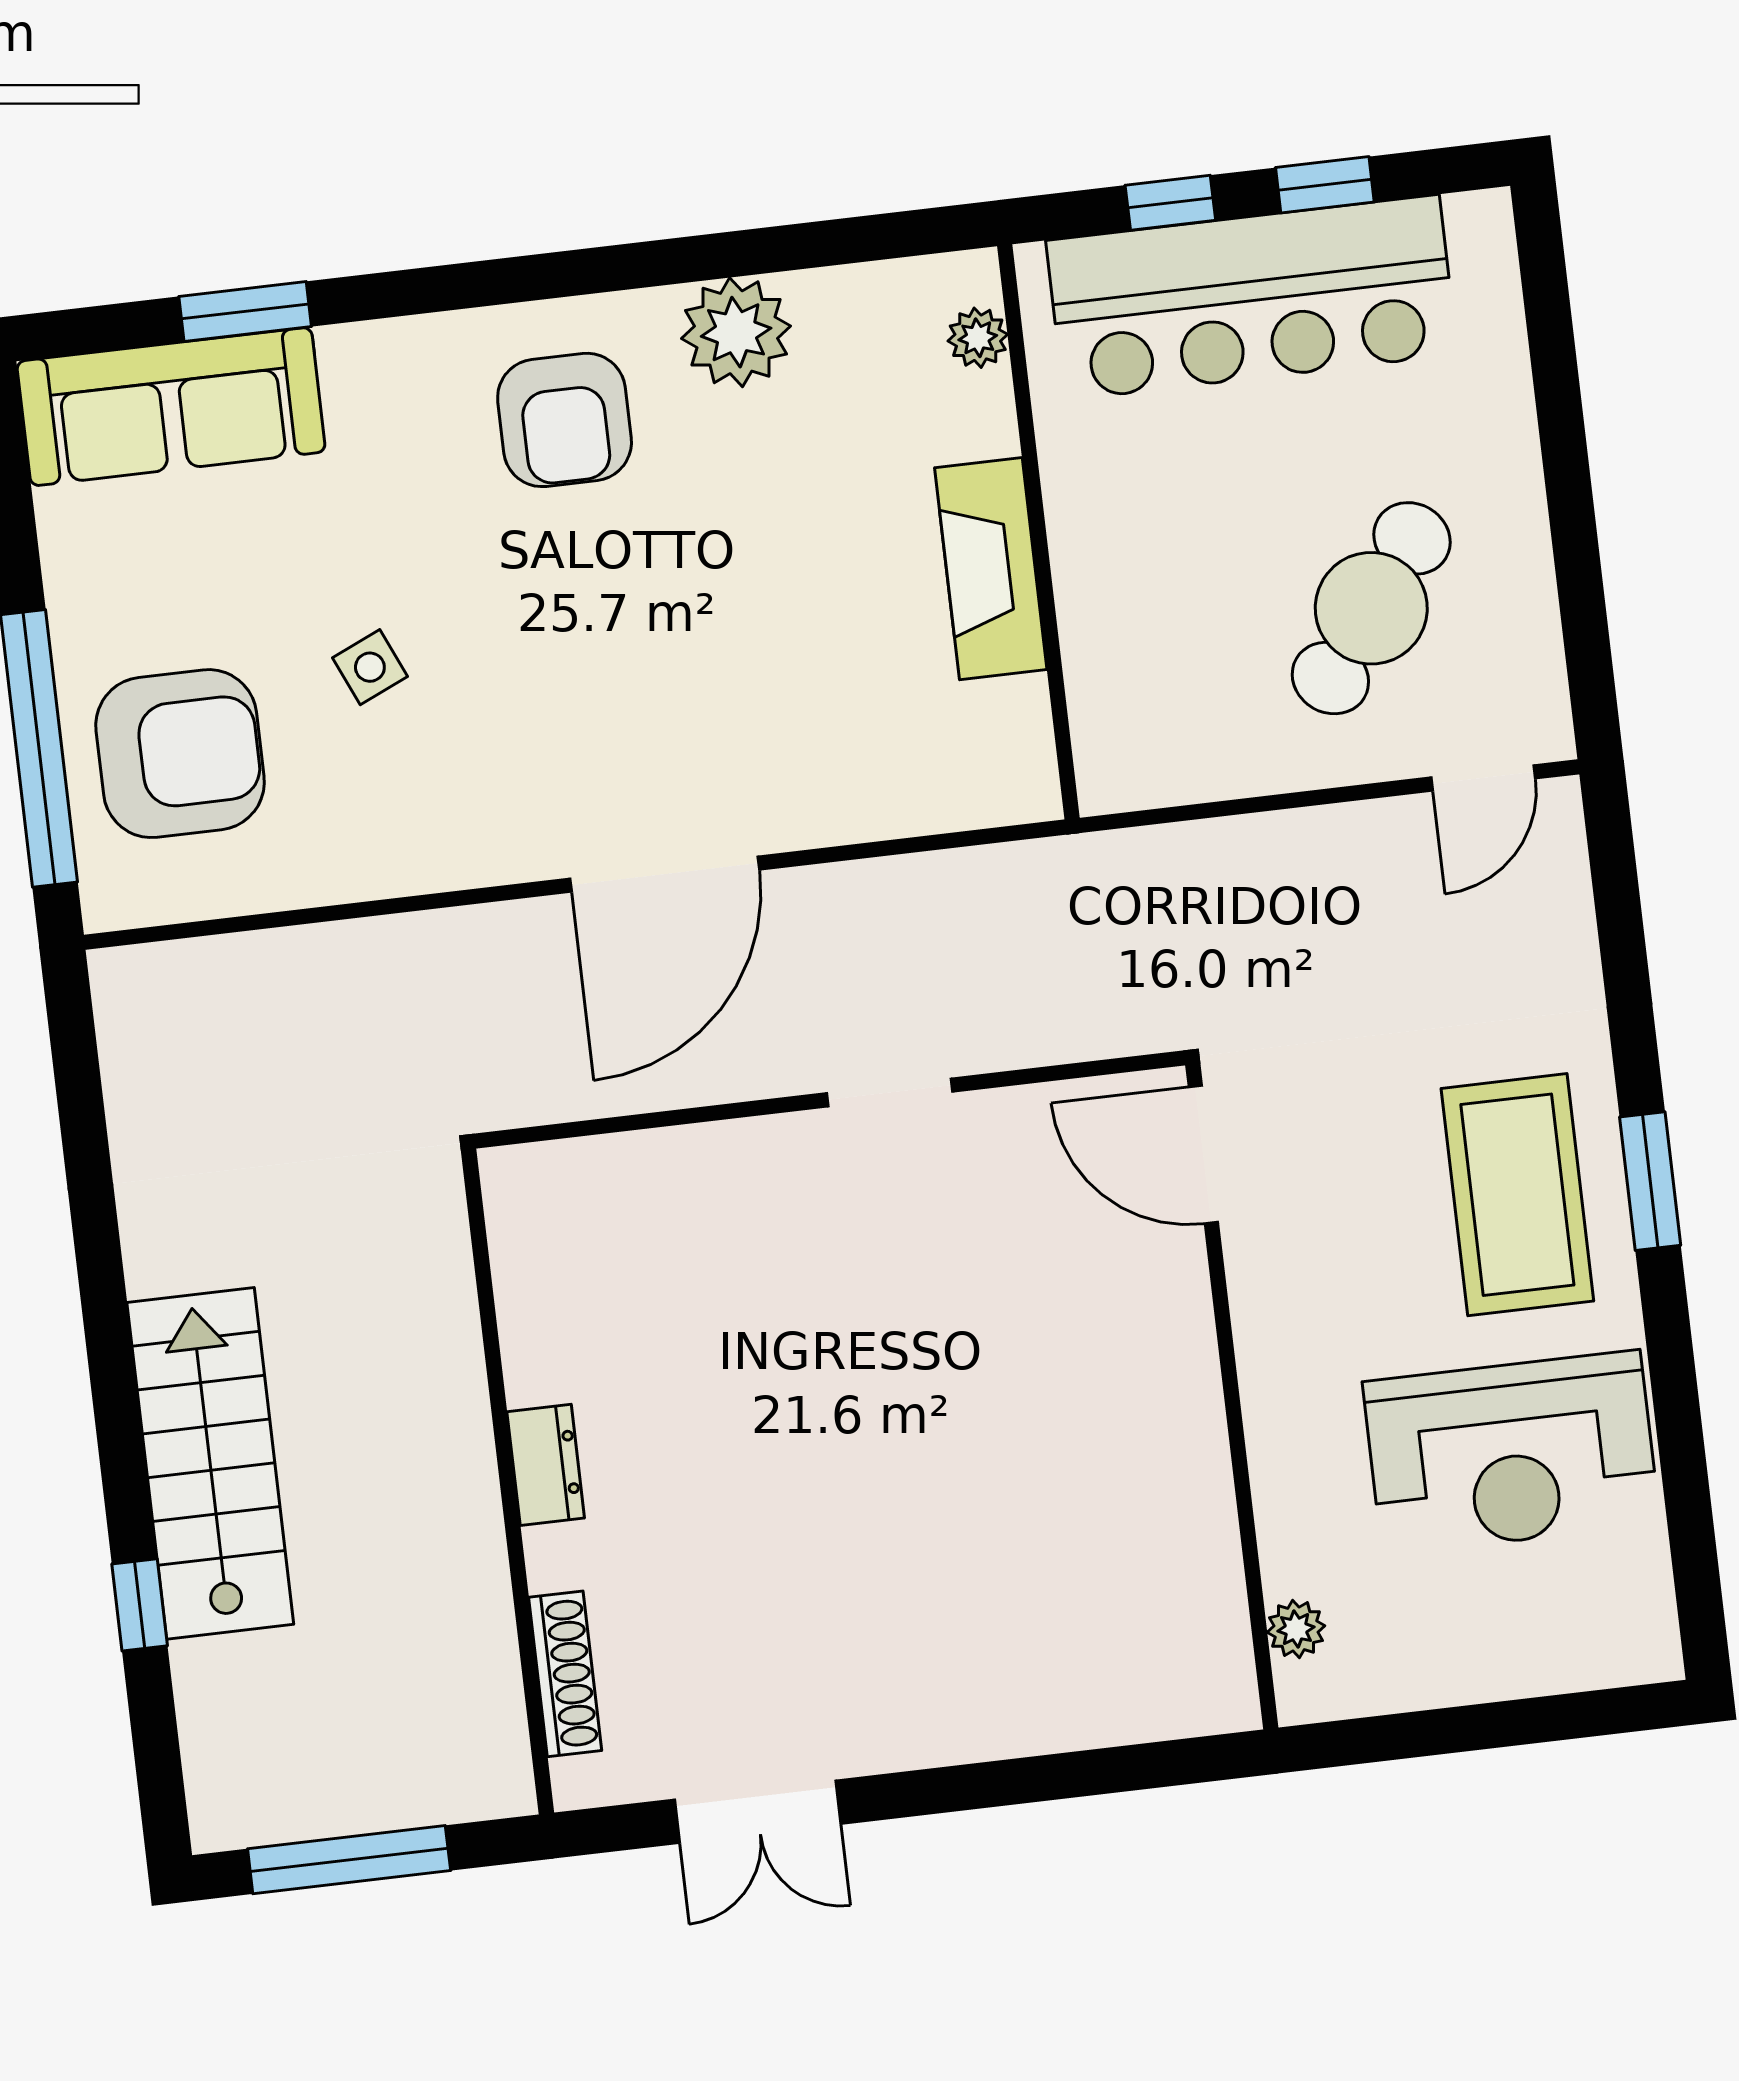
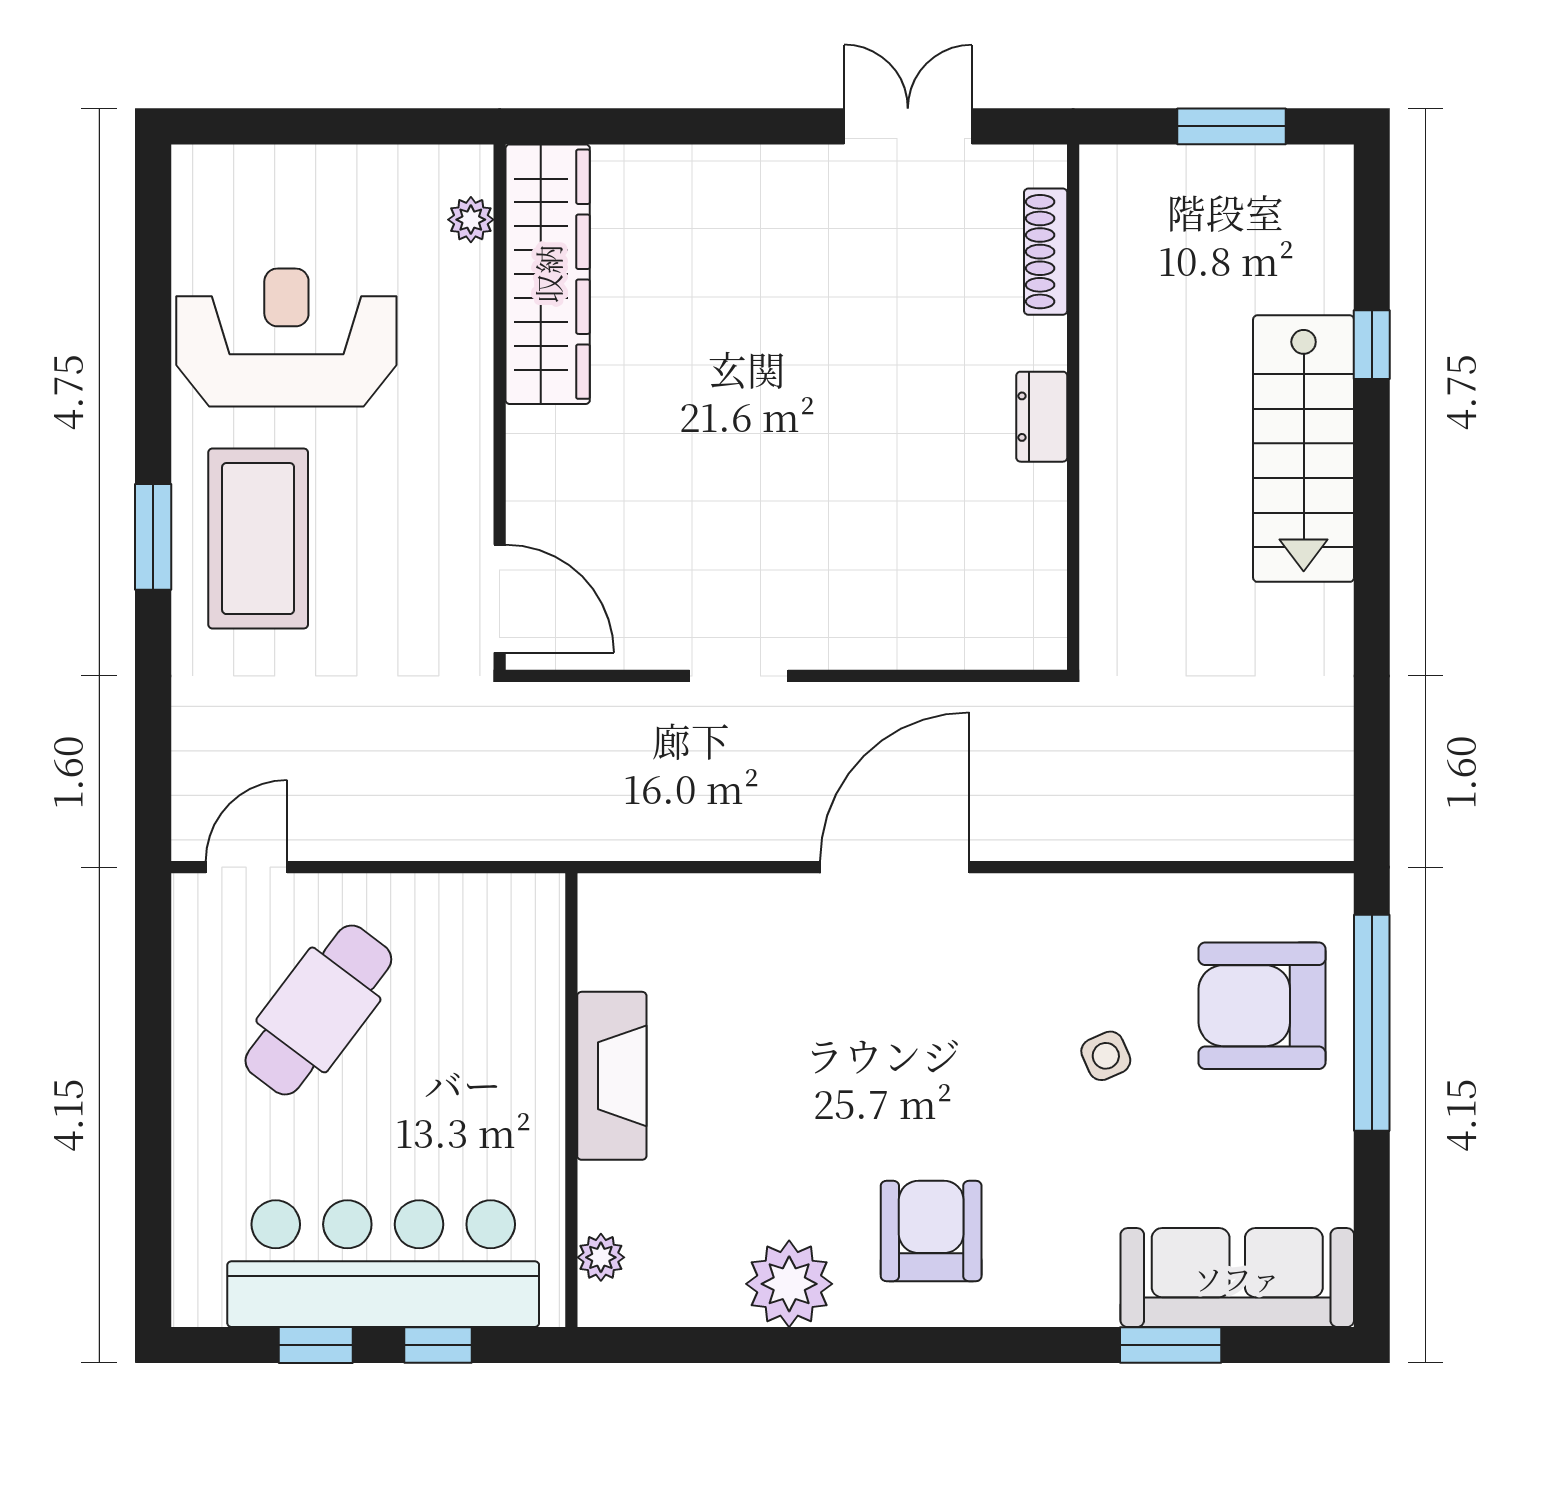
wardrobe: (1191, 1571) -> (548, 274), added
window: (349, 1860) -> (1231, 126), width x0.69

